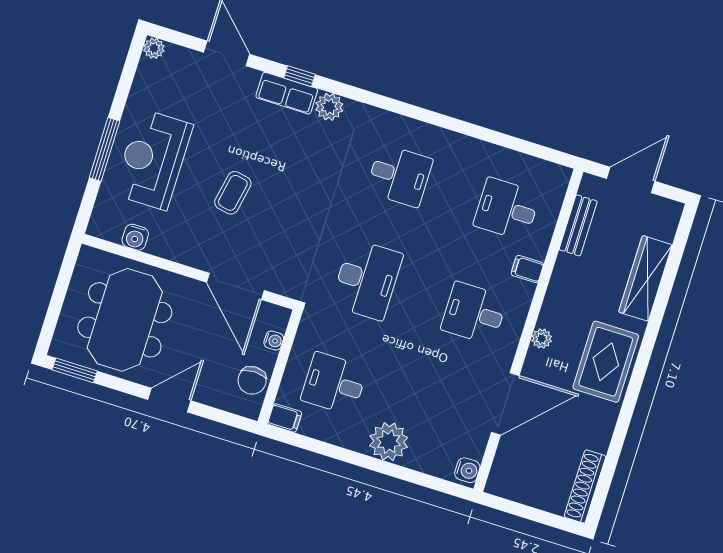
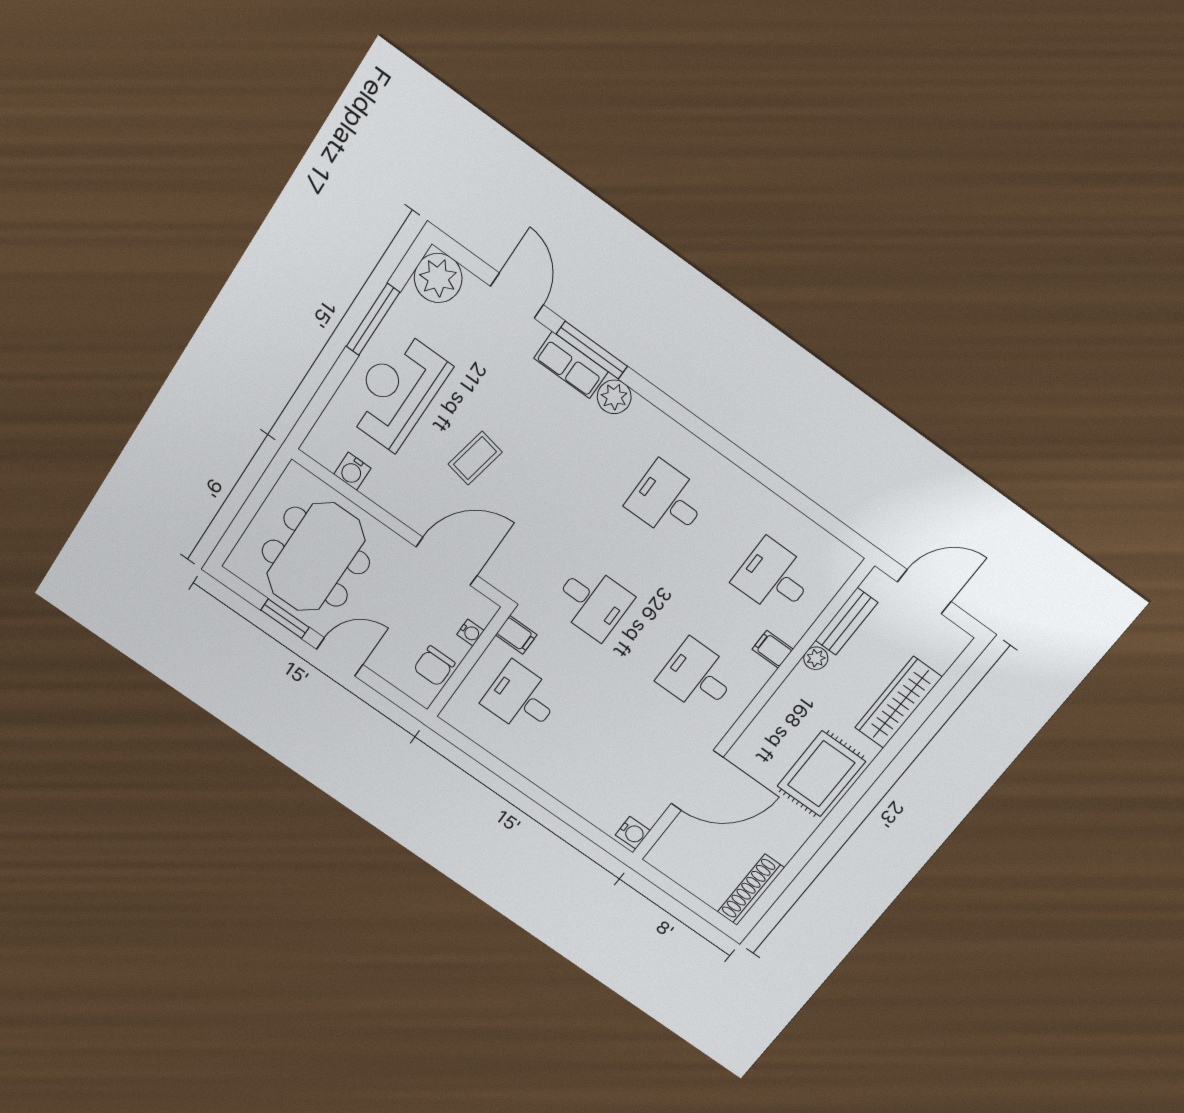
plant: (154, 48) -> (438, 278), width x1.87, depth x1.87
window: (300, 76) -> (592, 350), width x2.17
window: (105, 149) -> (373, 319), moved
desk: (399, 176) -> (667, 501), turned 180
desk: (367, 280) -> (593, 602), width x0.73
door: (235, 286) -> (447, 561), swing flipped
plant: (542, 339) -> (816, 658), moved
window: (75, 370) -> (285, 619), moved
filing cabinet: (285, 418) -> (516, 635), moved
plant: (389, 442) -> (560, 777), removed

